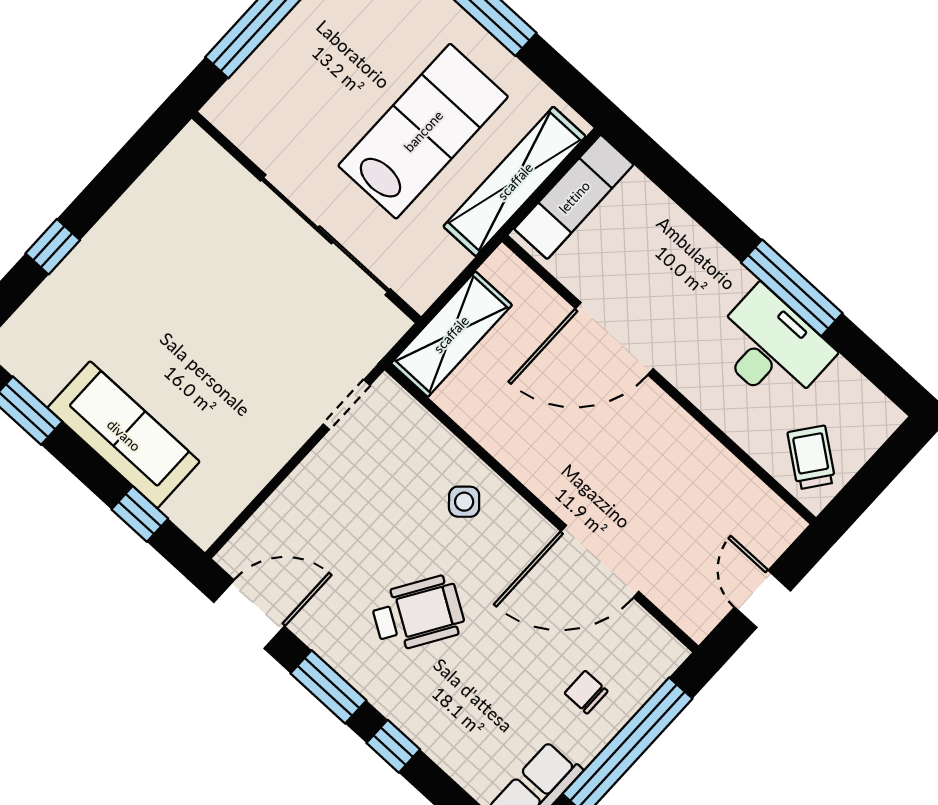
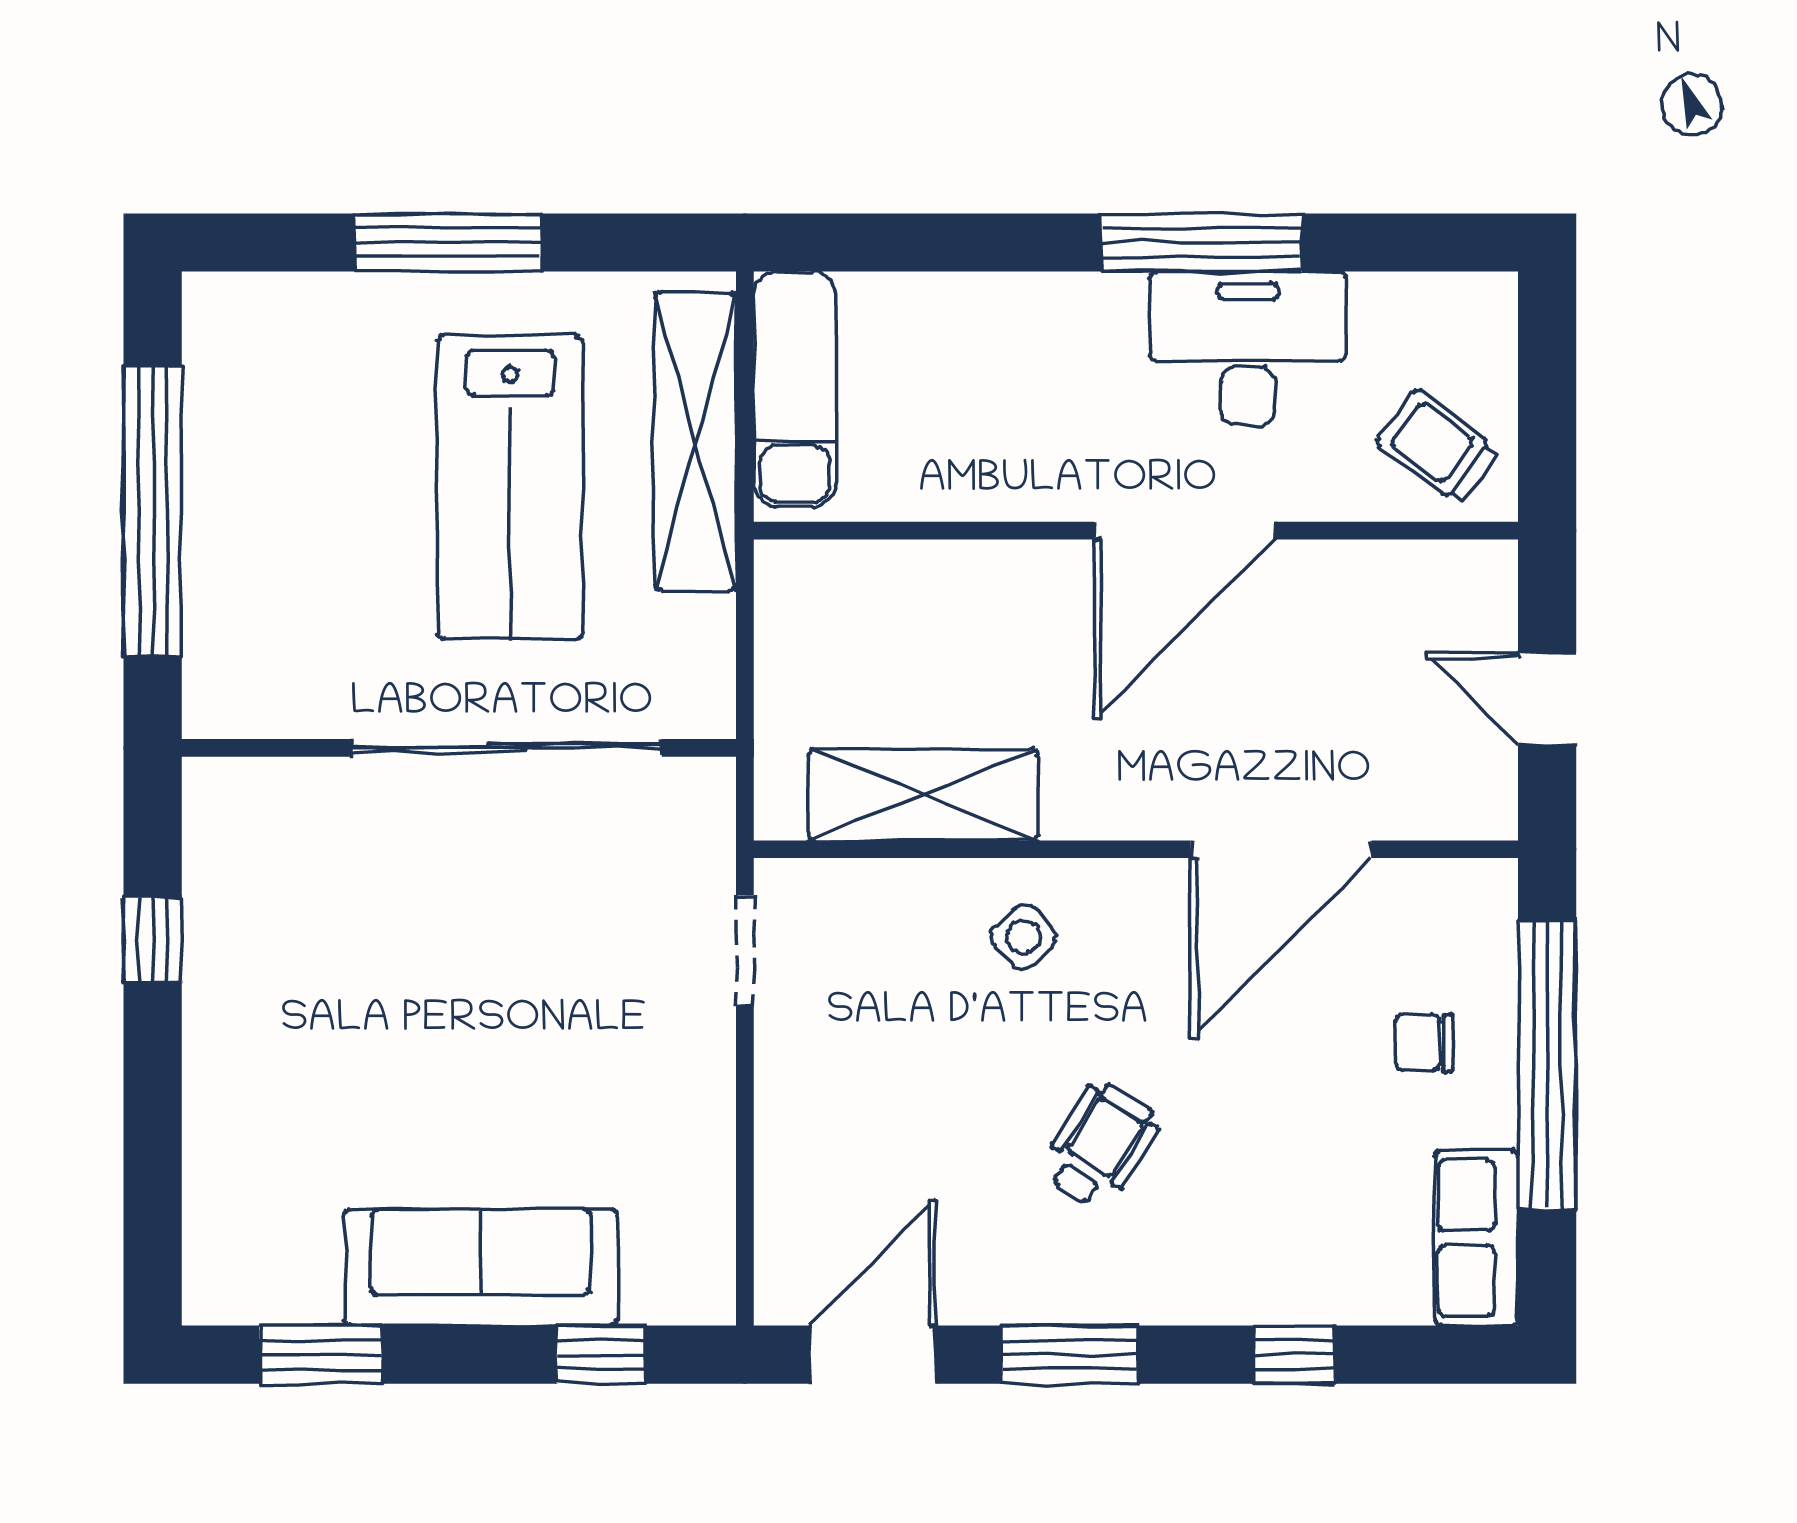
lab bench: (423, 131) -> (510, 487), turned 180
window: (53, 247) -> (153, 940), moved
shelving: (451, 334) -> (923, 795), moved, turned 90
door: (614, 339) -> (1185, 531), moved
wheelchair: (418, 614) -> (1100, 1145), width x0.73, depth x0.73
window: (393, 746) -> (1294, 1355), moved

